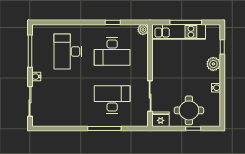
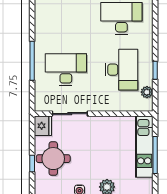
plant: (143, 30) -> (147, 92), moved
desk: (112, 51) -> (121, 70), turned 180
desk: (112, 100) -> (66, 70), turned -90

